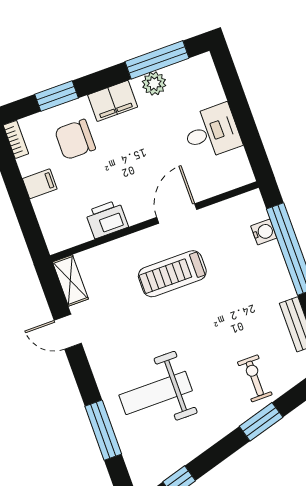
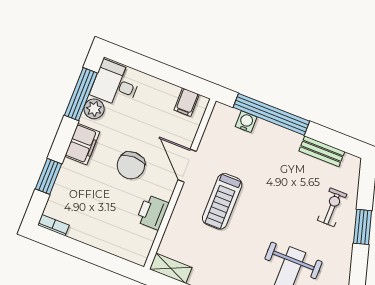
desk: (212, 132) -> (116, 84), moved, turned -90
chair: (75, 139) -> (131, 165), moved
filing cabinet: (40, 184) -> (187, 102), moved, turned 180
exercise bike: (255, 378) -> (332, 207), turned 90

